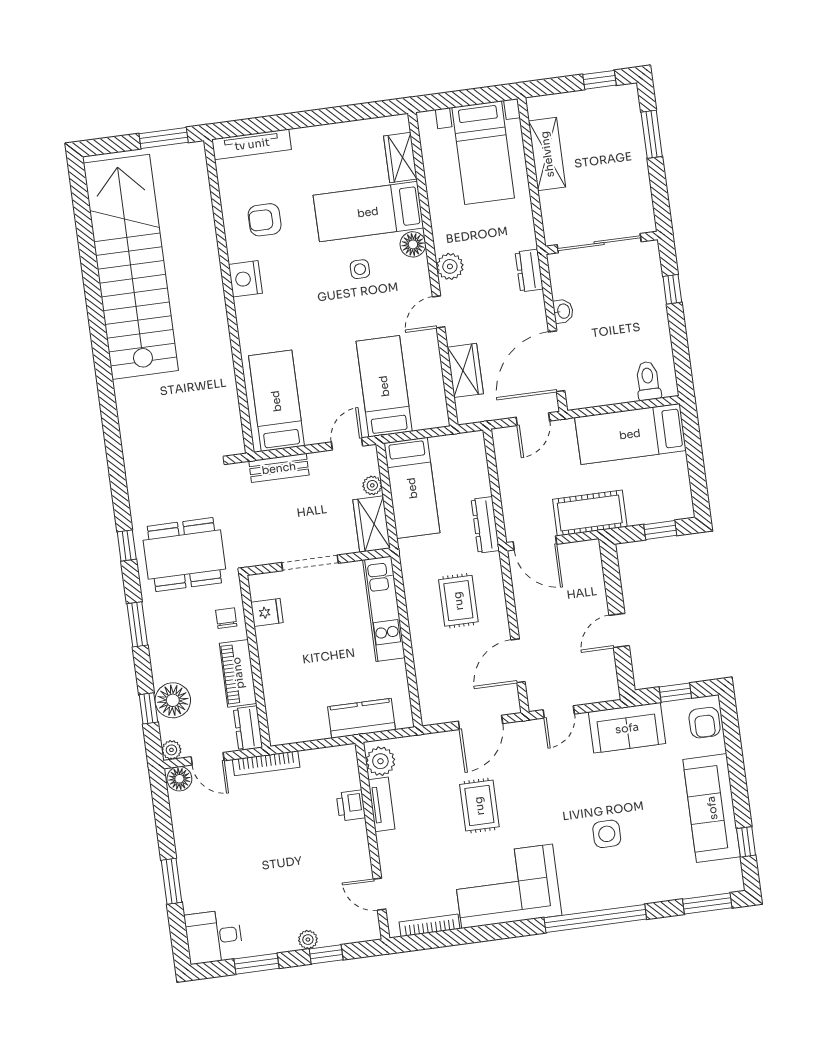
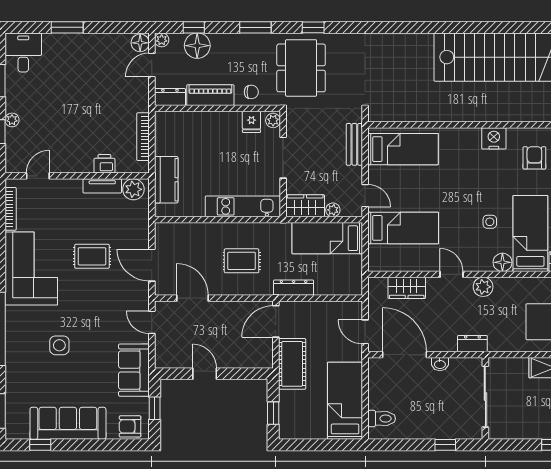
plant: (261, 583) -> (273, 120), added
bookcase: (266, 763) -> (143, 137), moved

